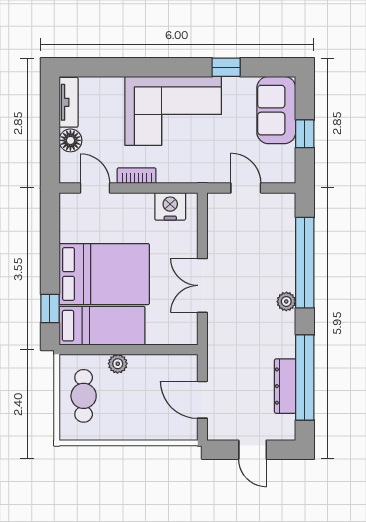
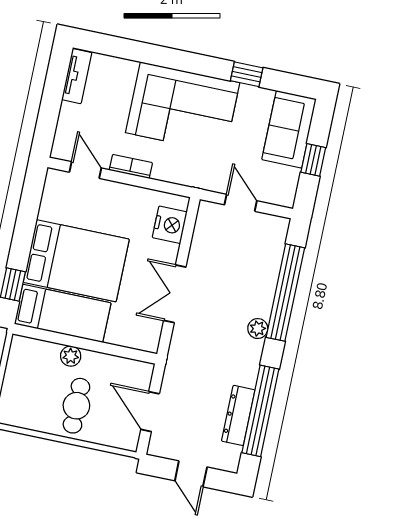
floor lamp: (70, 140) -> (70, 116), removed
nightstand: (170, 206) -> (170, 225), moved, turned 90
cafe table: (84, 396) -> (76, 406), moved

